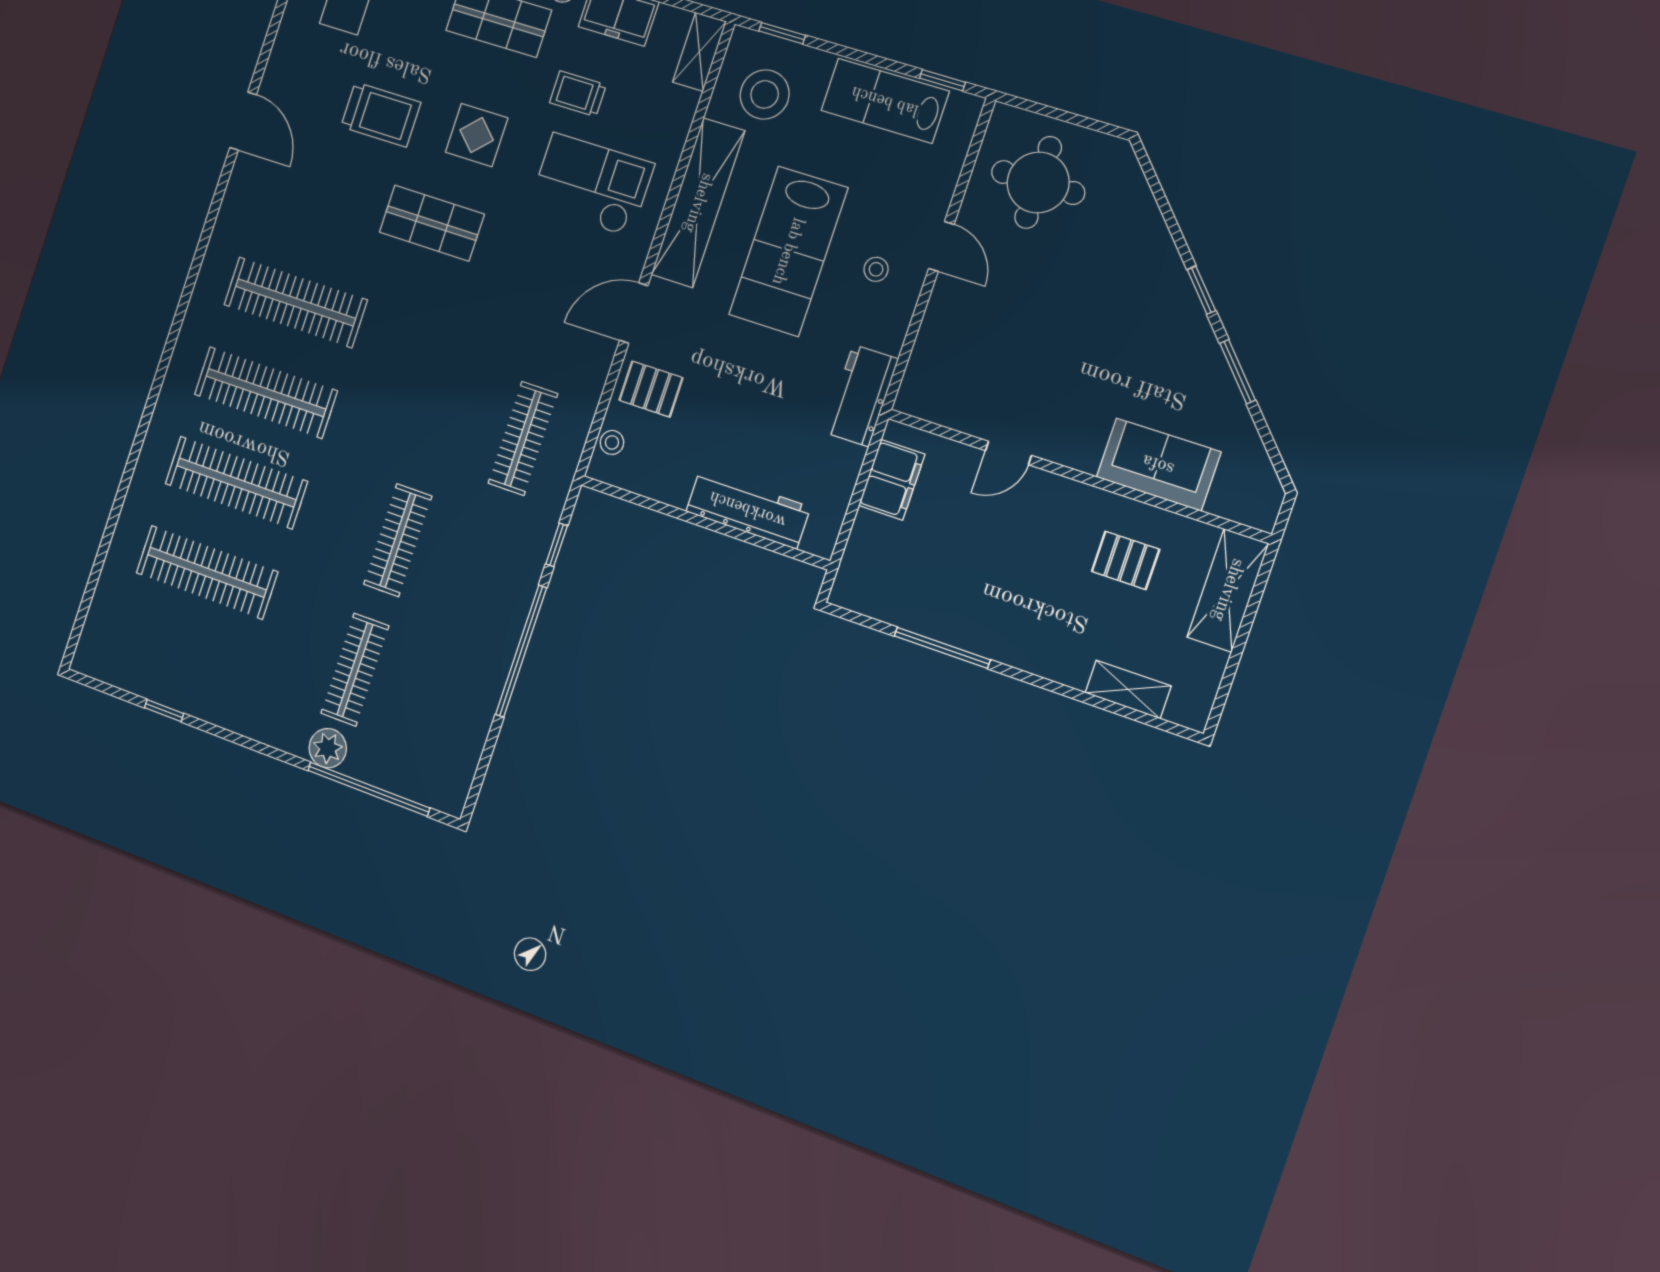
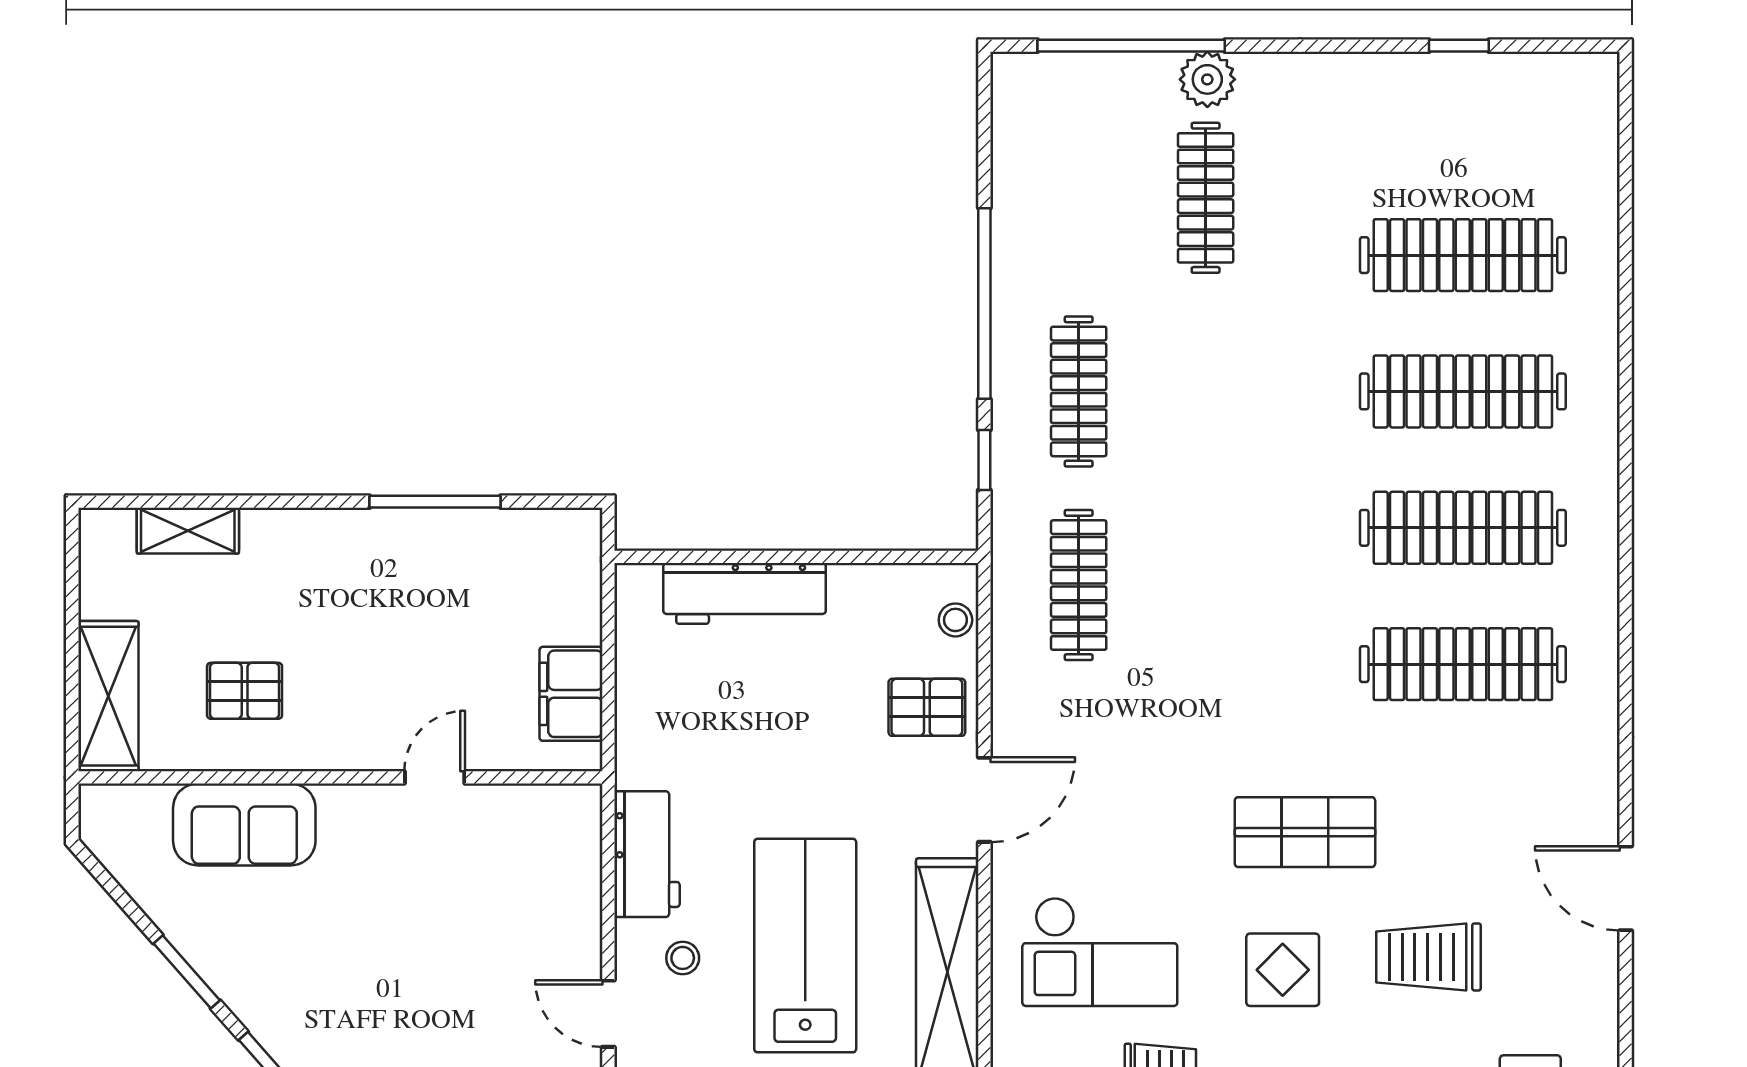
workbench: (861, 396) -> (647, 854), moved
clothes rail: (398, 540) -> (1079, 391), moved

